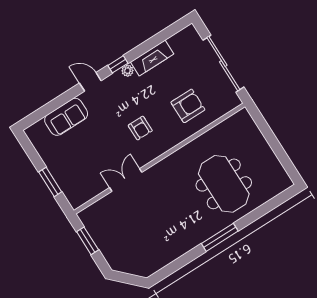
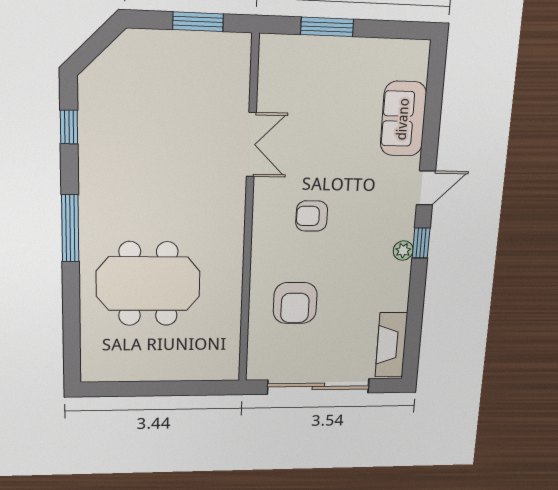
fireplace: (152, 58) -> (391, 345), moved
window: (173, 267) -> (69, 127), added

